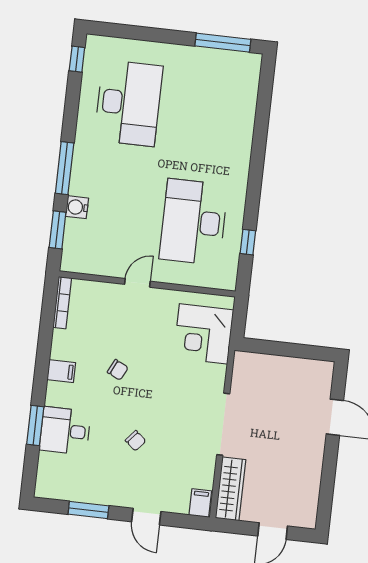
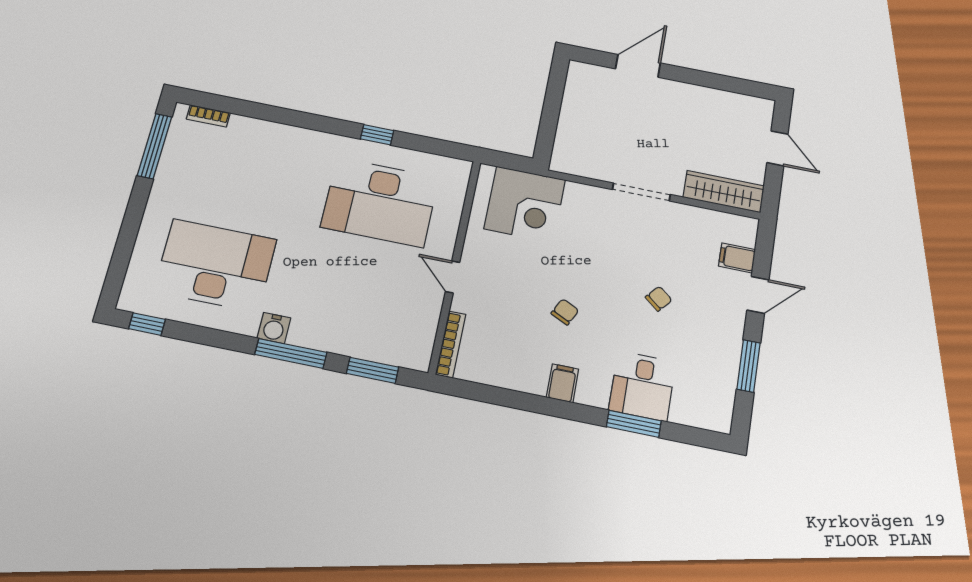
bookcase: (253, 80) -> (208, 116), added
water cooler: (77, 207) -> (274, 328), moved
window: (248, 242) -> (377, 135), moved
bookcase: (62, 303) -> (451, 344), moved, turned 90
doorway: (223, 424) -> (641, 192), width x0.73
filing cabinet: (200, 503) -> (737, 258), moved

